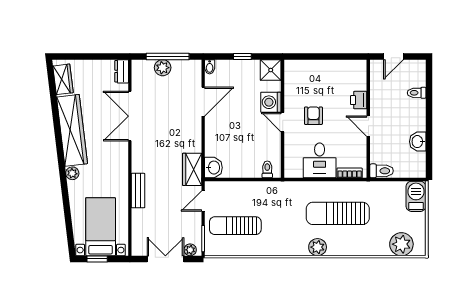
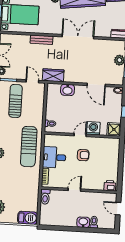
printer: (359, 100) -> (110, 186), moved
double door: (130, 116) -> (78, 37), moved
washbasin: (418, 142) -> (83, 222), moved
washbasin: (213, 168) -> (68, 90), moved
sun lounger: (338, 213) -> (29, 147), moved, turned 180

